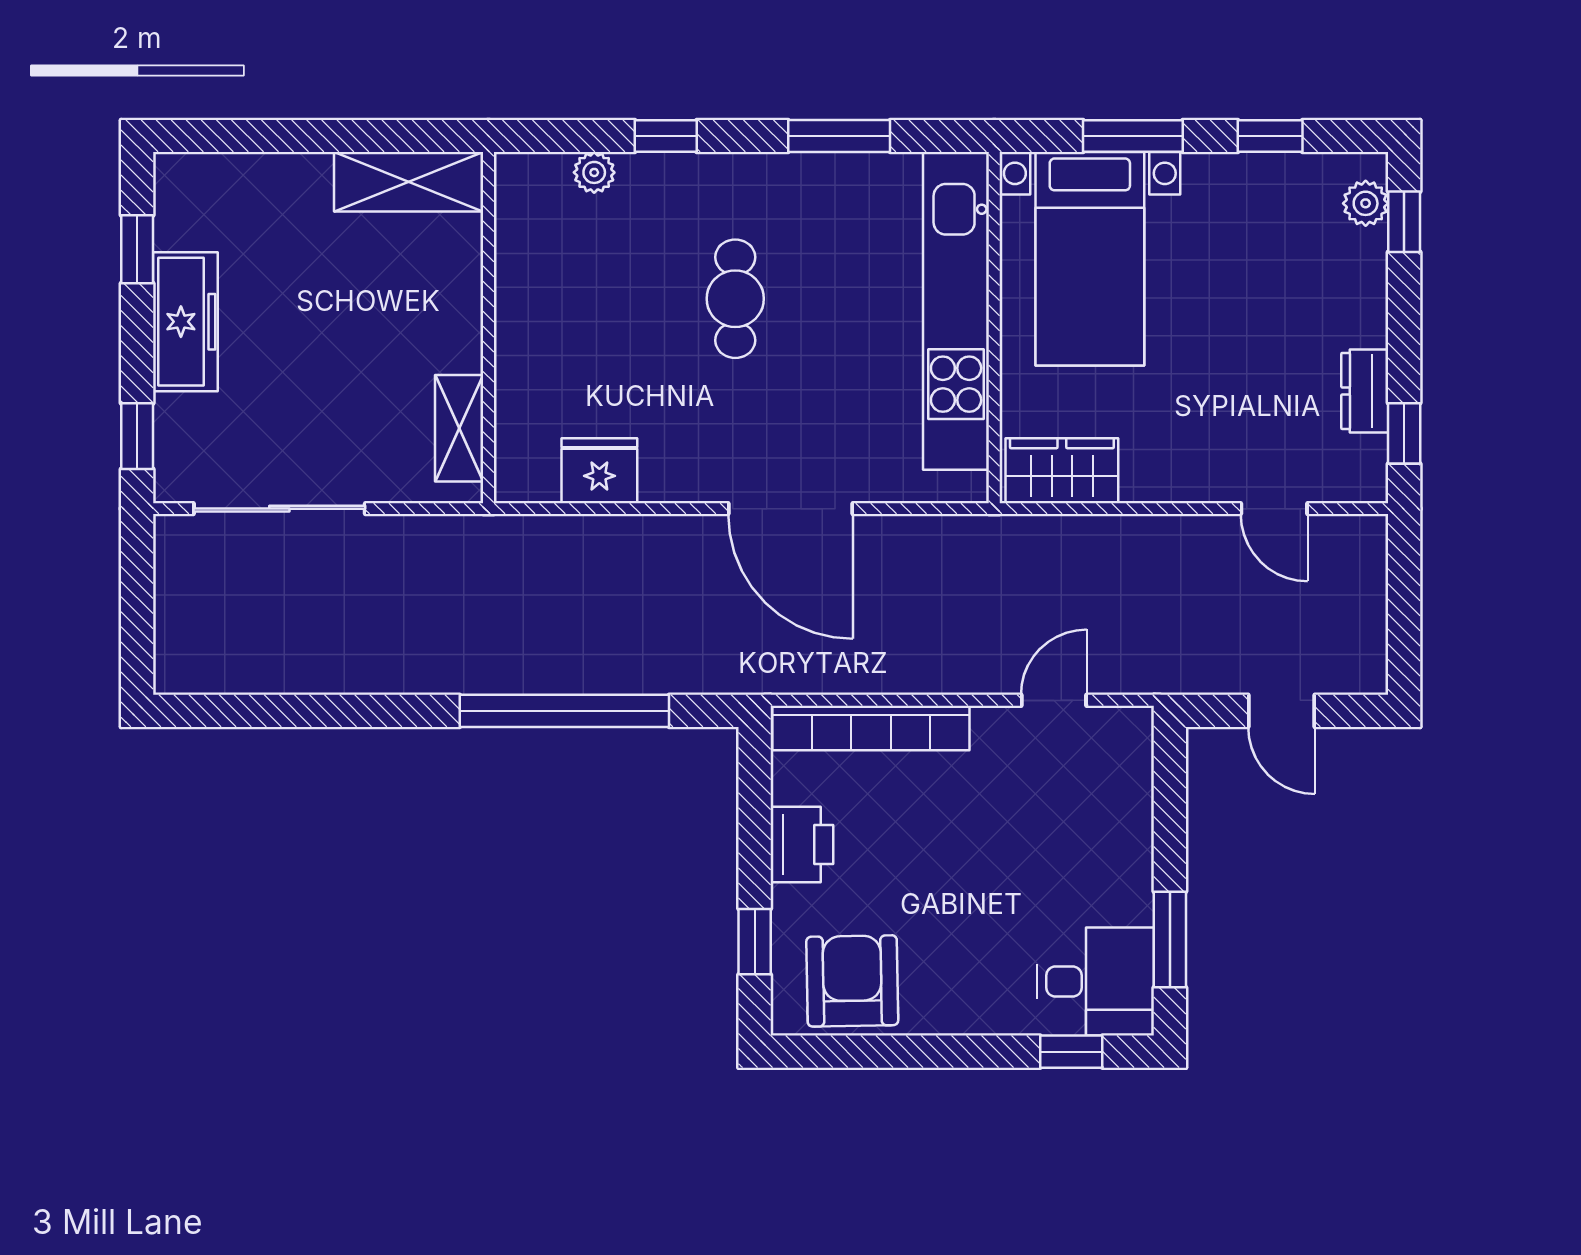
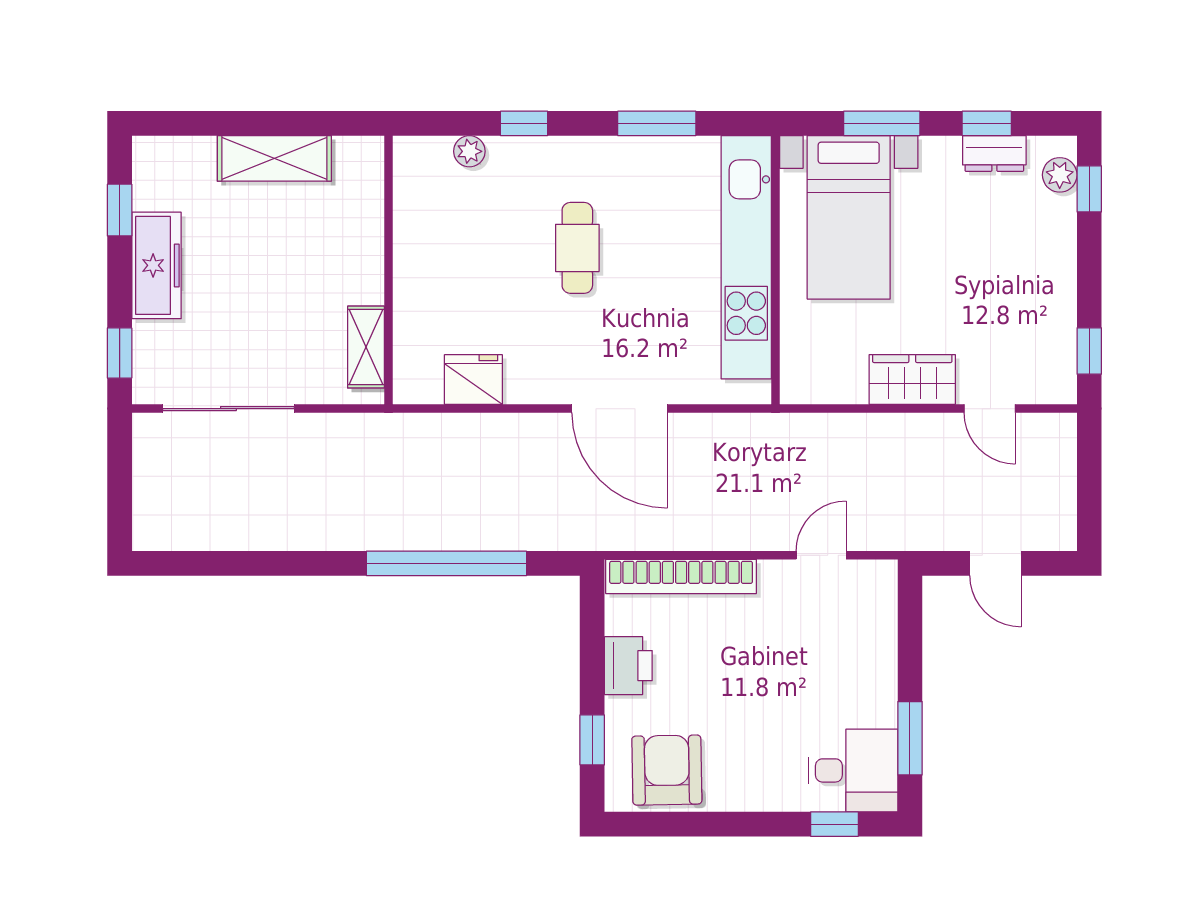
shelving: (409, 182) -> (274, 158), moved
dresser: (1365, 391) -> (994, 153), moved, turned -90
wardrobe: (1062, 471) -> (912, 379), moved

